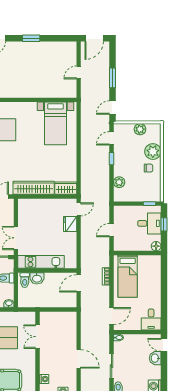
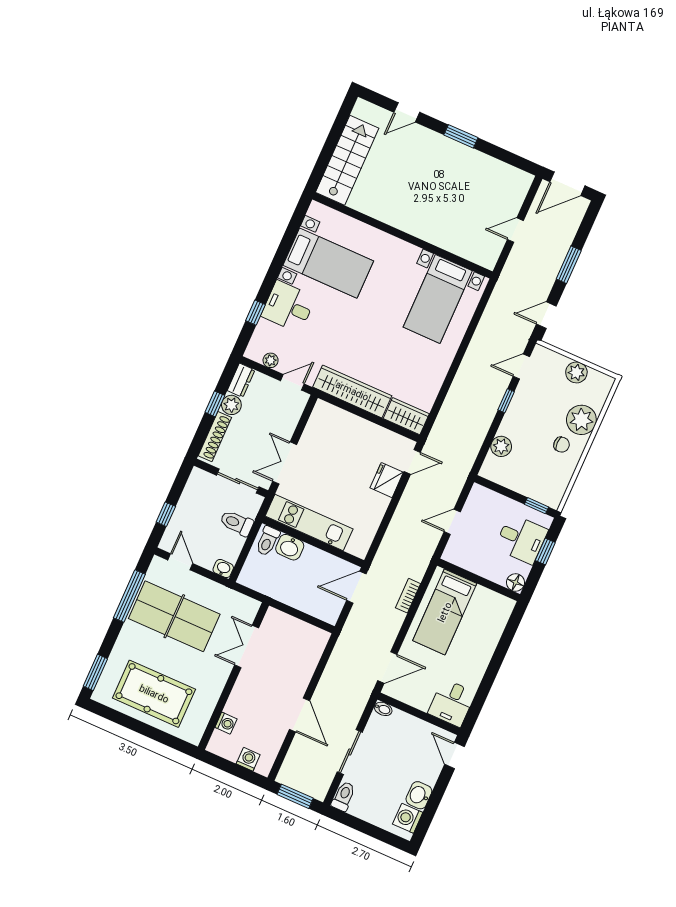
washbasin: (155, 358) -> (419, 795), moved

